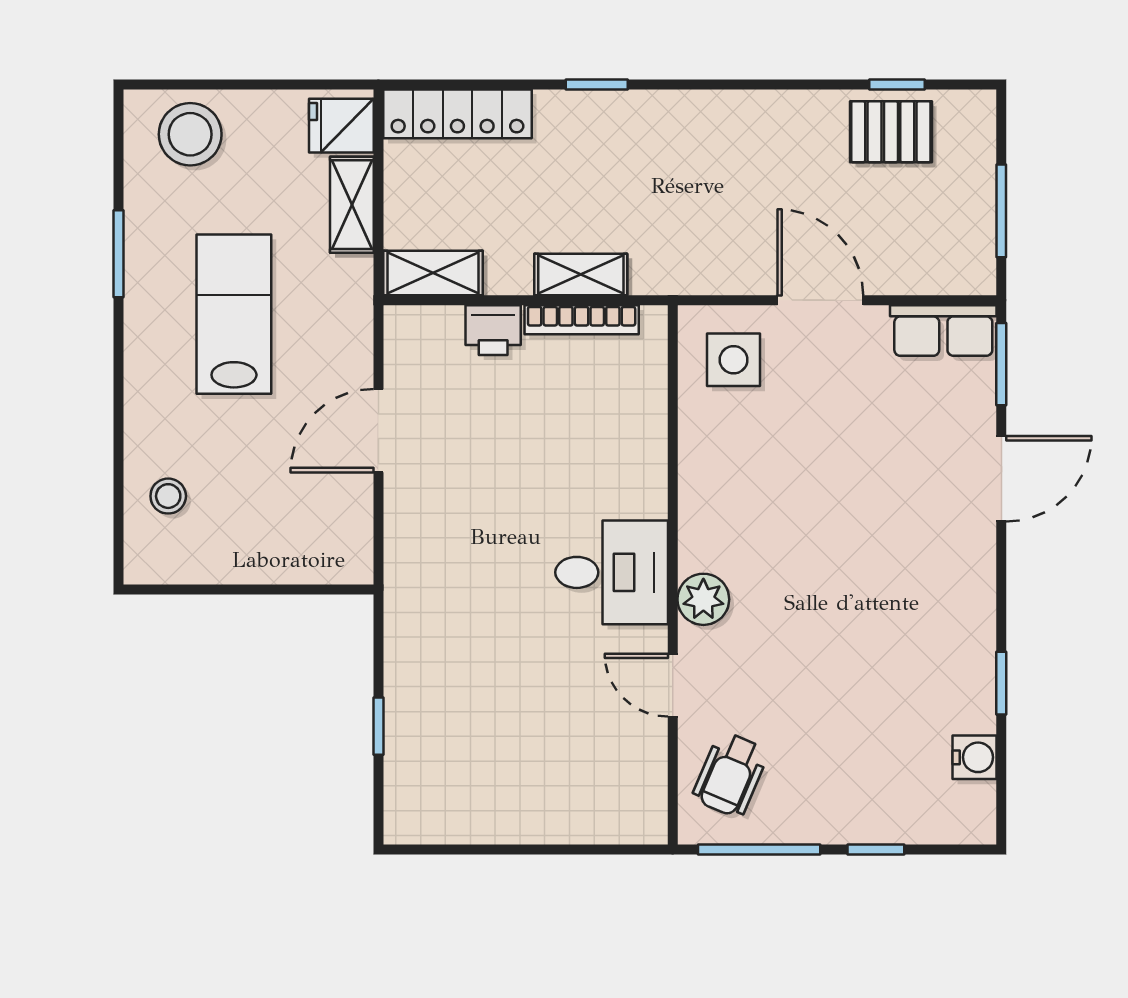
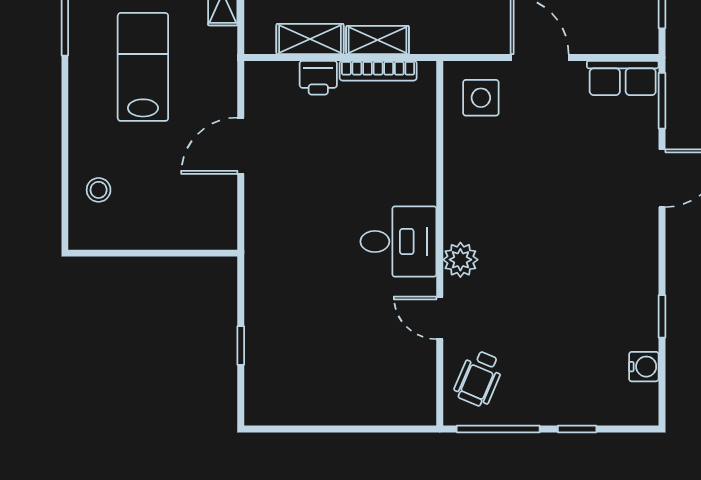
shelving: (433, 273) -> (310, 39), moved

